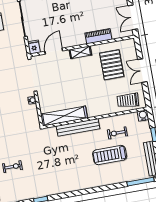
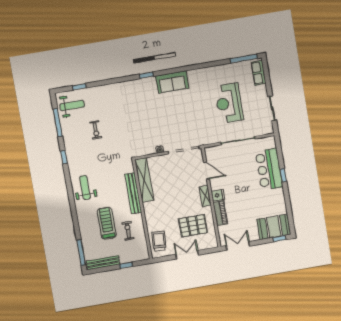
fridge: (34, 47) -> (218, 195), moved
water cooler: (143, 116) -> (144, 255), removed
weight bench: (72, 178) -> (85, 188), added

